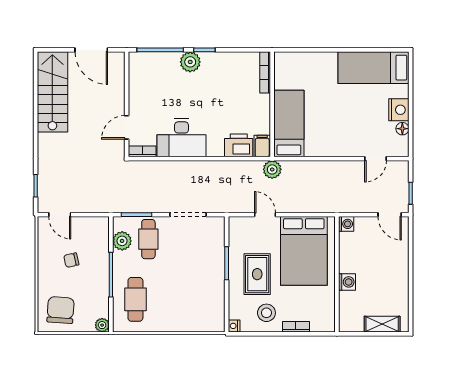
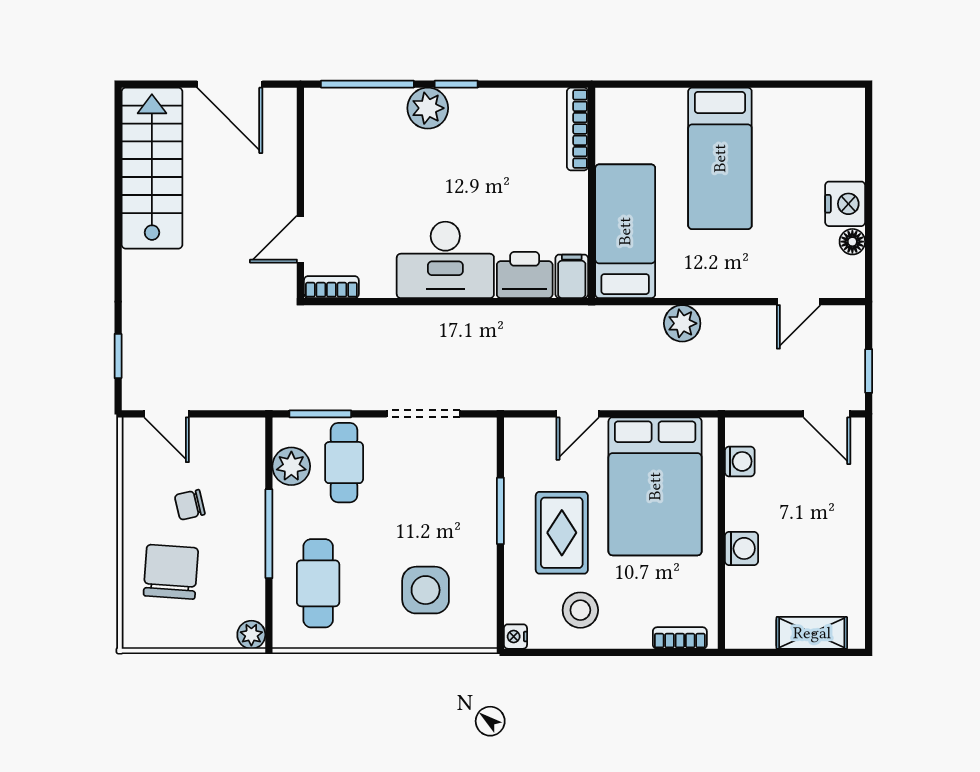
bed: (373, 68) -> (720, 158), moved, turned -90
desk: (181, 138) -> (445, 260), moved
plant: (272, 169) -> (682, 323), moved
door: (265, 215) -> (578, 414), swing flipped
washing machine: (346, 224) -> (740, 461), moved
side table: (189, 303) -> (426, 590), added
chair: (61, 310) -> (171, 572), moved
bookcase: (296, 327) -> (680, 638), moved

